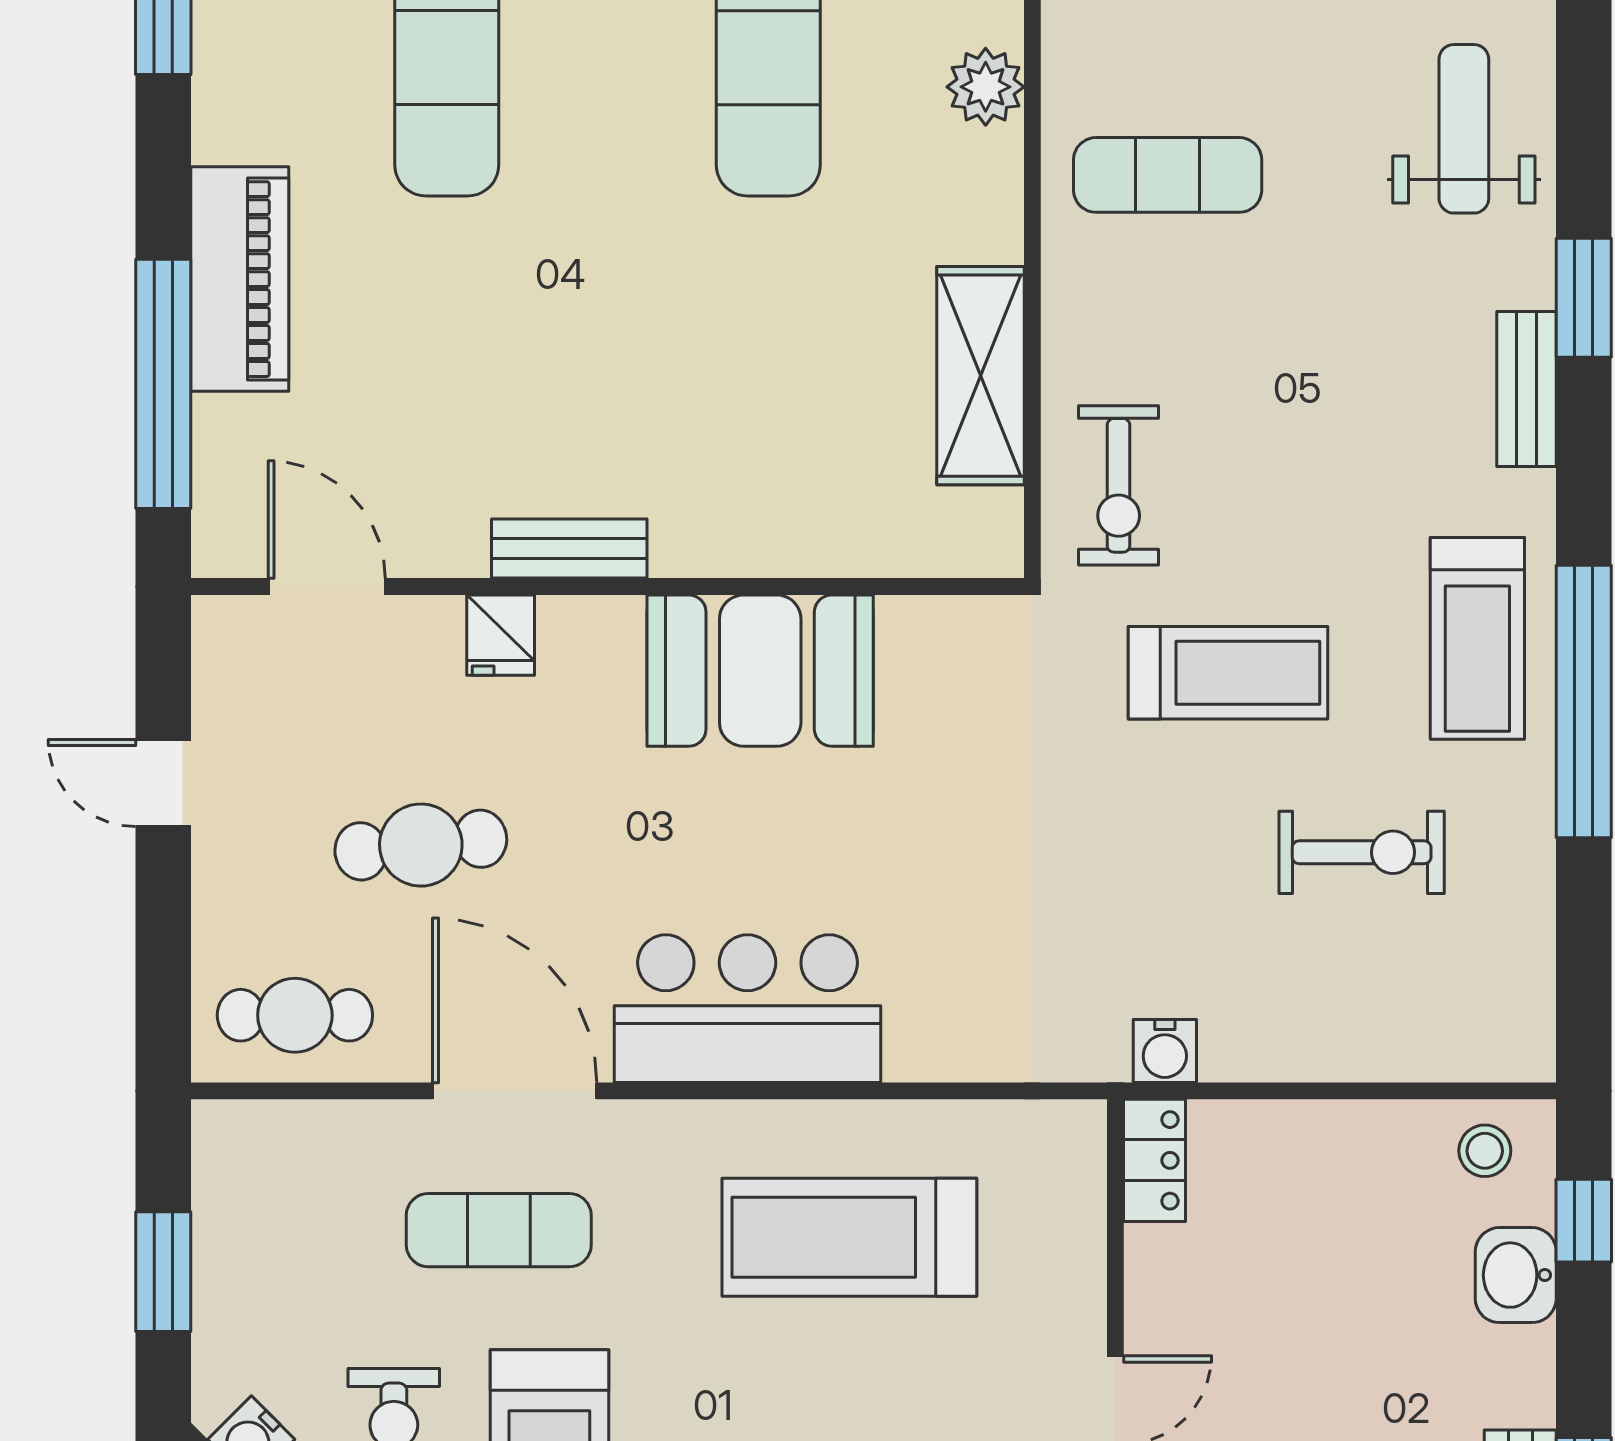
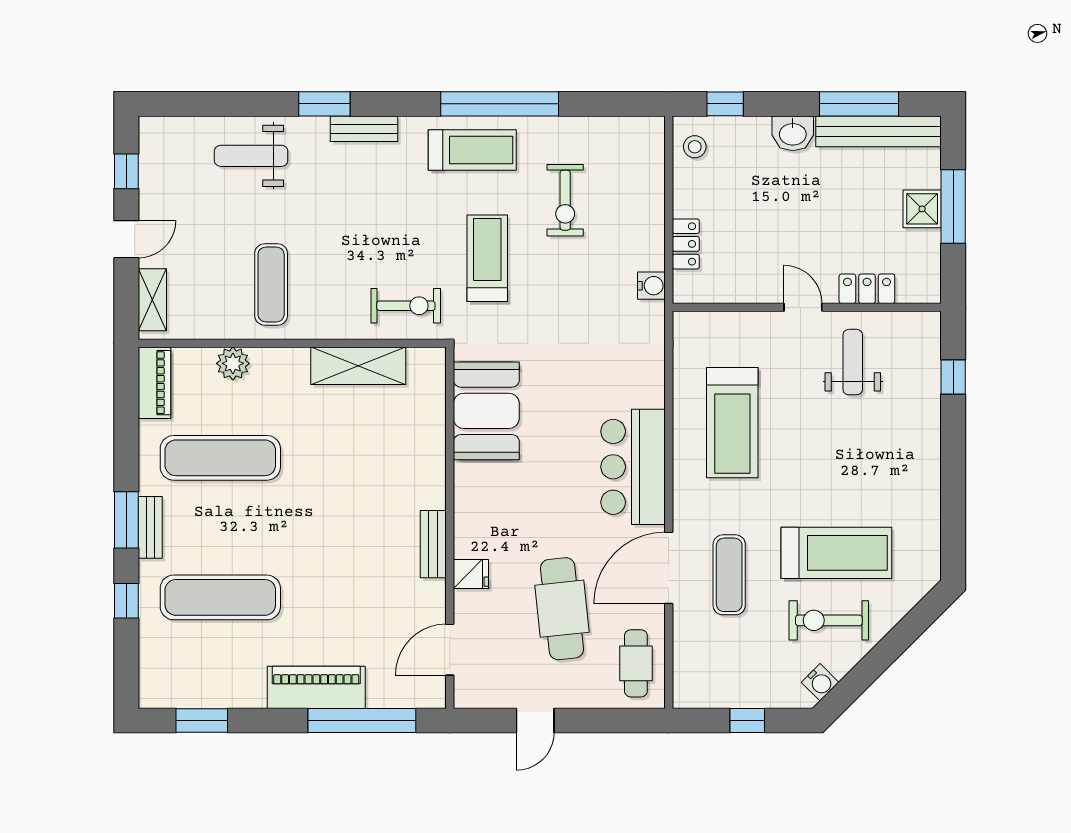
booth: (760, 671) -> (486, 411), moved
cafe table: (421, 845) -> (562, 609), width x1.37, depth x1.35
exercise bike: (1362, 852) -> (565, 200), turned 180
locker: (1155, 1160) -> (686, 244), moved, turned 90
window: (163, 1272) -> (747, 720), width x0.67
washbasin: (1516, 1275) -> (793, 133), moved

